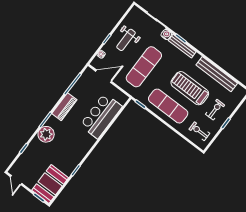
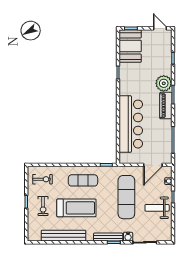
weight bench: (126, 40) -> (157, 208), turned -90
exercise mat: (168, 106) -> (83, 180), width x0.73, depth x0.69
piano: (64, 107) -> (166, 106), moved
bar counter: (101, 116) -> (131, 124), width x1.36

